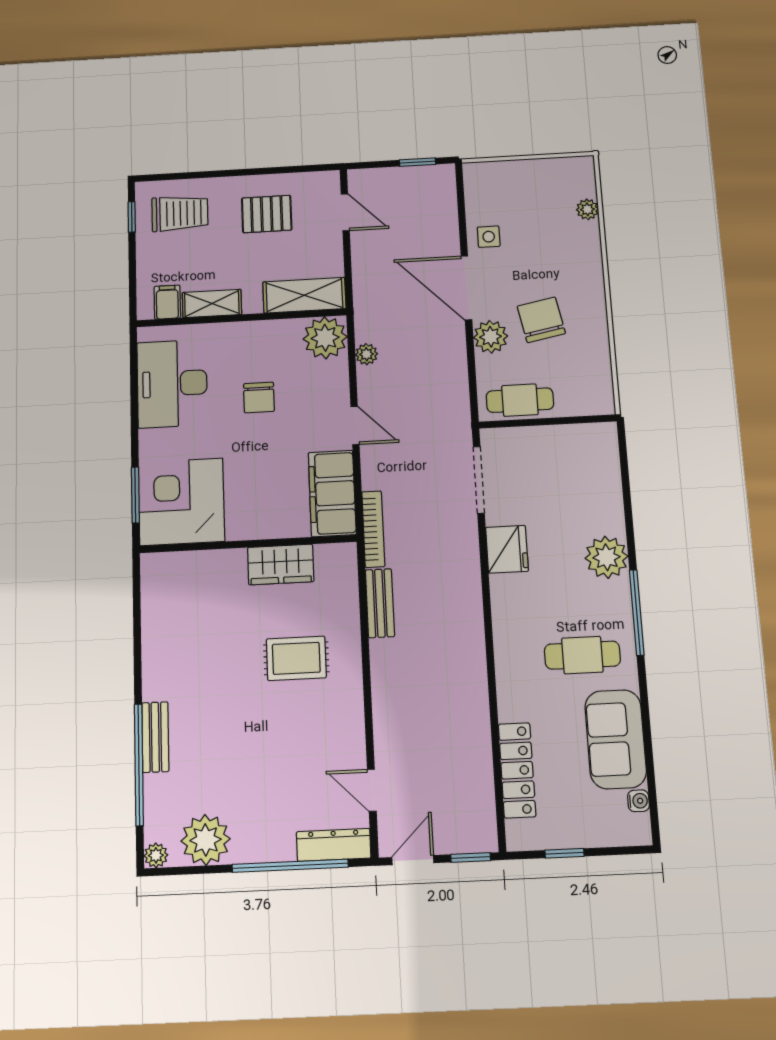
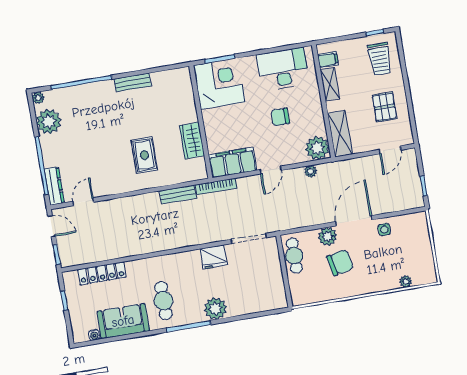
bench: (155, 737) -> (133, 82), moved

